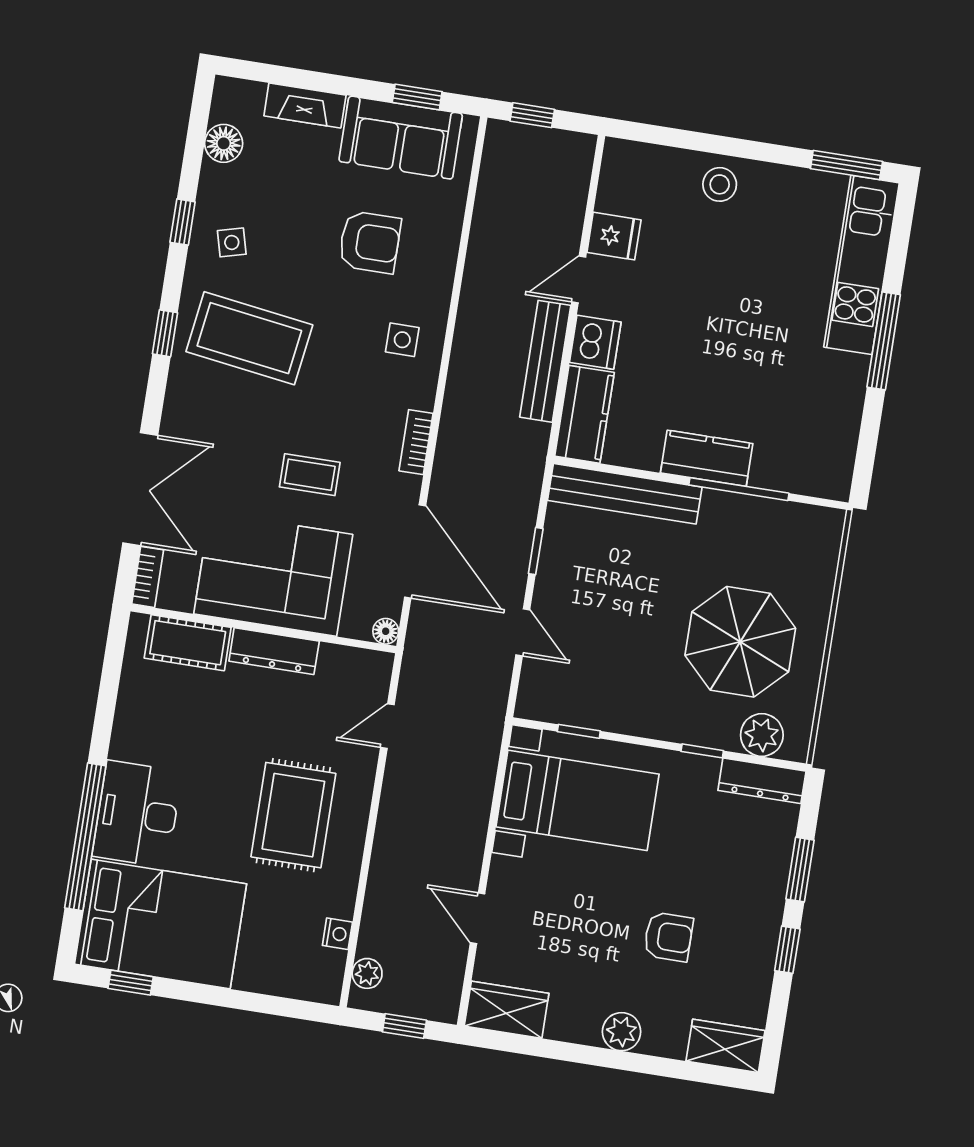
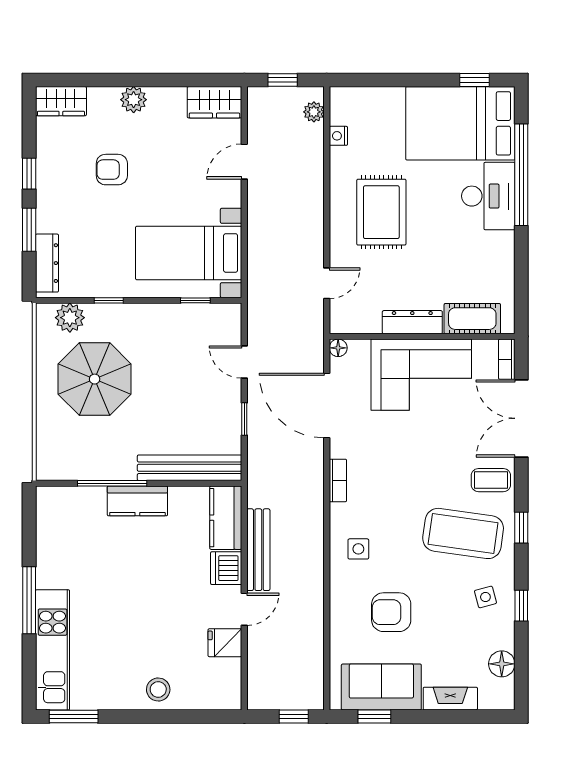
coffee table: (310, 475) -> (491, 480), moved
dresser: (762, 781) -> (47, 263), moved, turned 90
door: (478, 918) -> (244, 162), swing flipped

